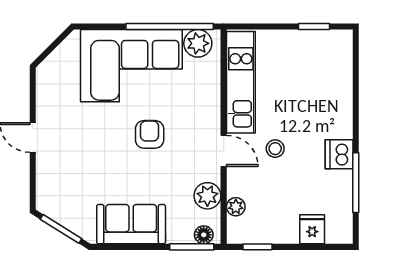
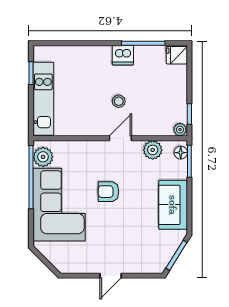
kitchen unit: (241, 82) -> (43, 99), moved, turned 90
plant: (236, 207) -> (180, 130), moved
fridge: (312, 229) -> (177, 55), moved

